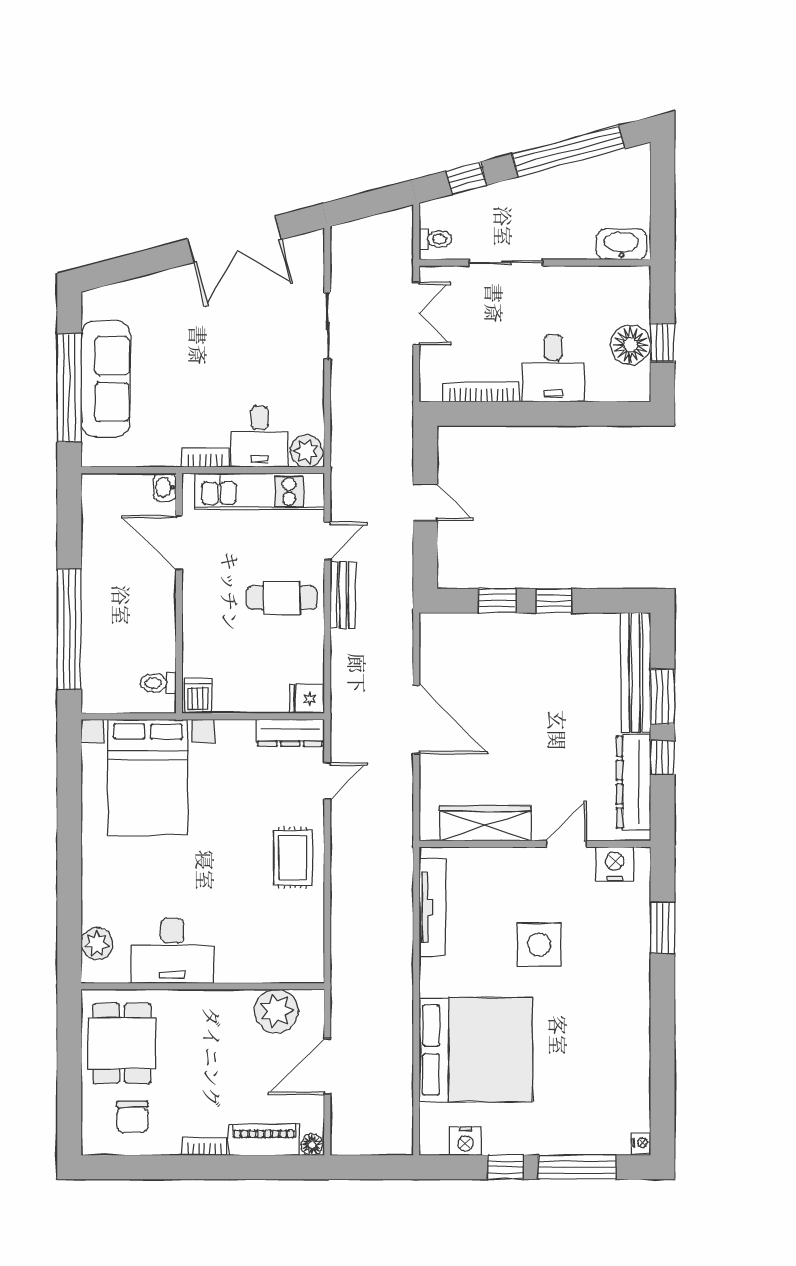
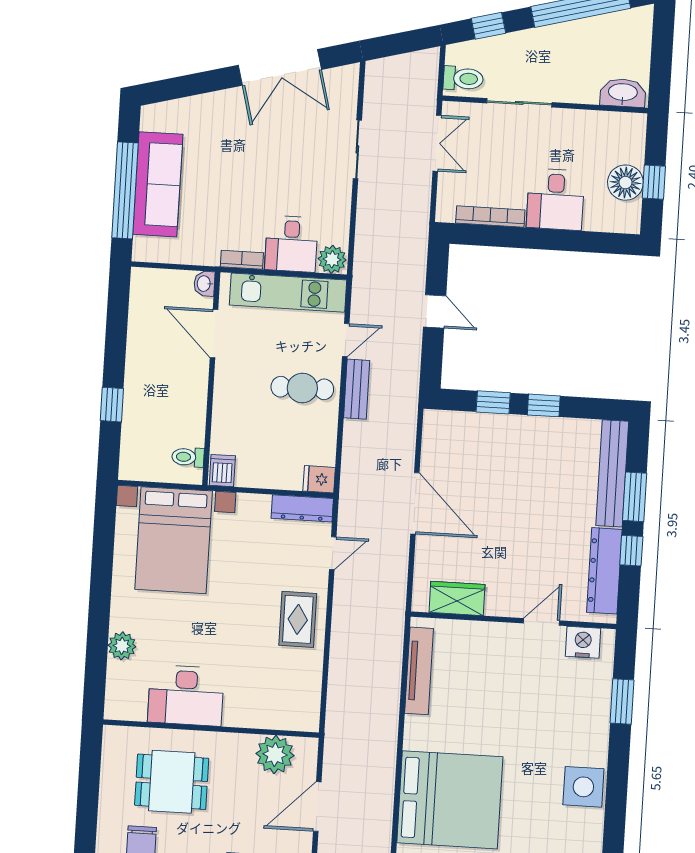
toilet: (435, 239) -> (463, 79), width x1.37, depth x1.39
window: (69, 629) -> (112, 405), width x0.32
wardrobe: (485, 823) -> (457, 598), width x0.67
plant: (97, 944) -> (122, 646), moved
side table: (539, 945) -> (583, 787), moved
dining table: (122, 1043) -> (172, 782), moved, turned 90

